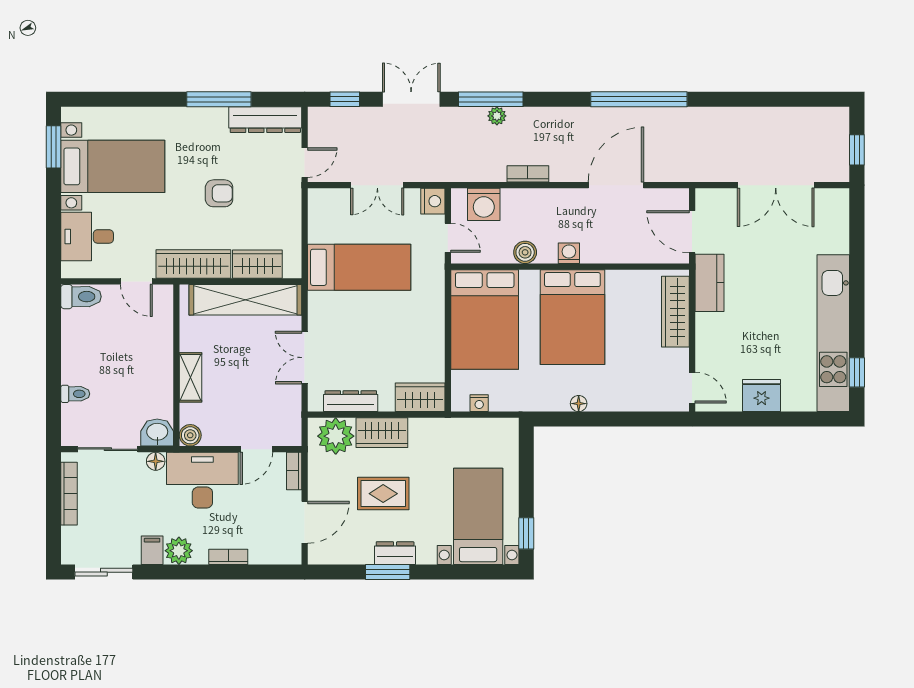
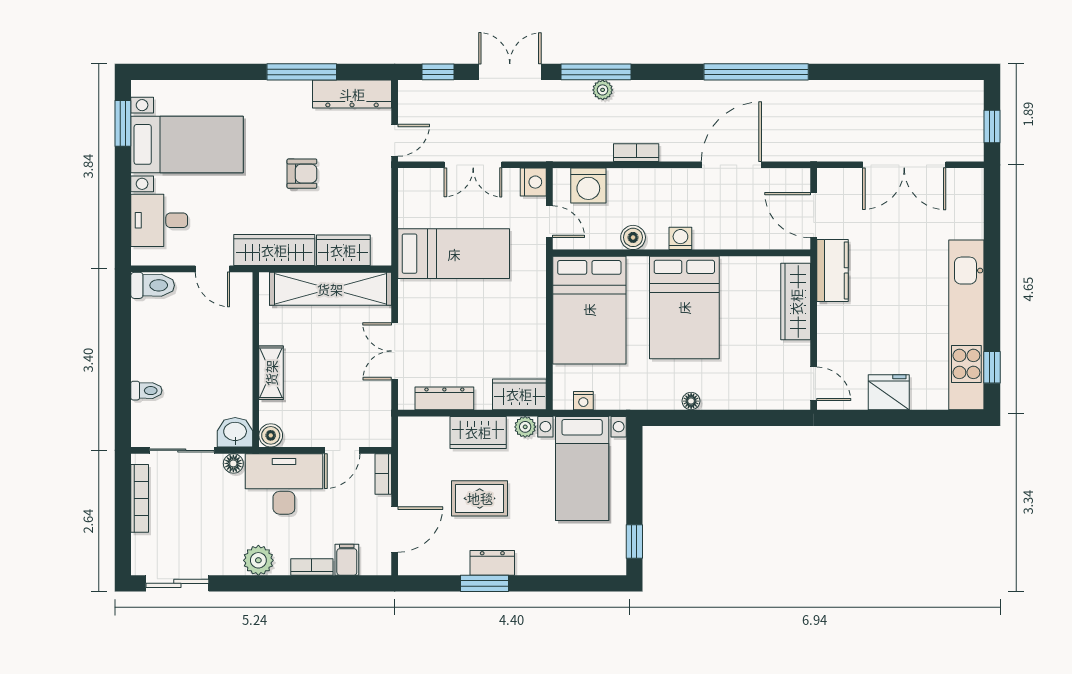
plant: (336, 436) -> (525, 427), moved, width x0.53, depth x0.53
bed with nightstands: (478, 516) -> (582, 468), moved, turned 180
filing cabinet: (152, 550) -> (347, 560), moved

